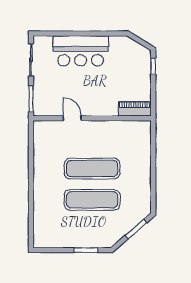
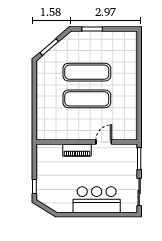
piano: (135, 109) -> (77, 150), moved
door: (72, 118) -> (104, 142), swing flipped

